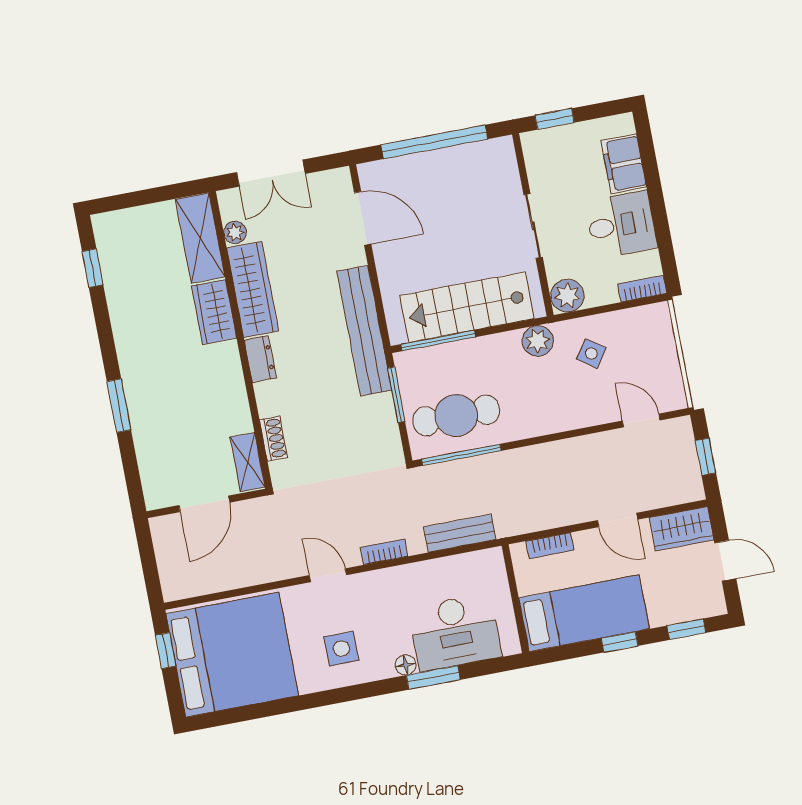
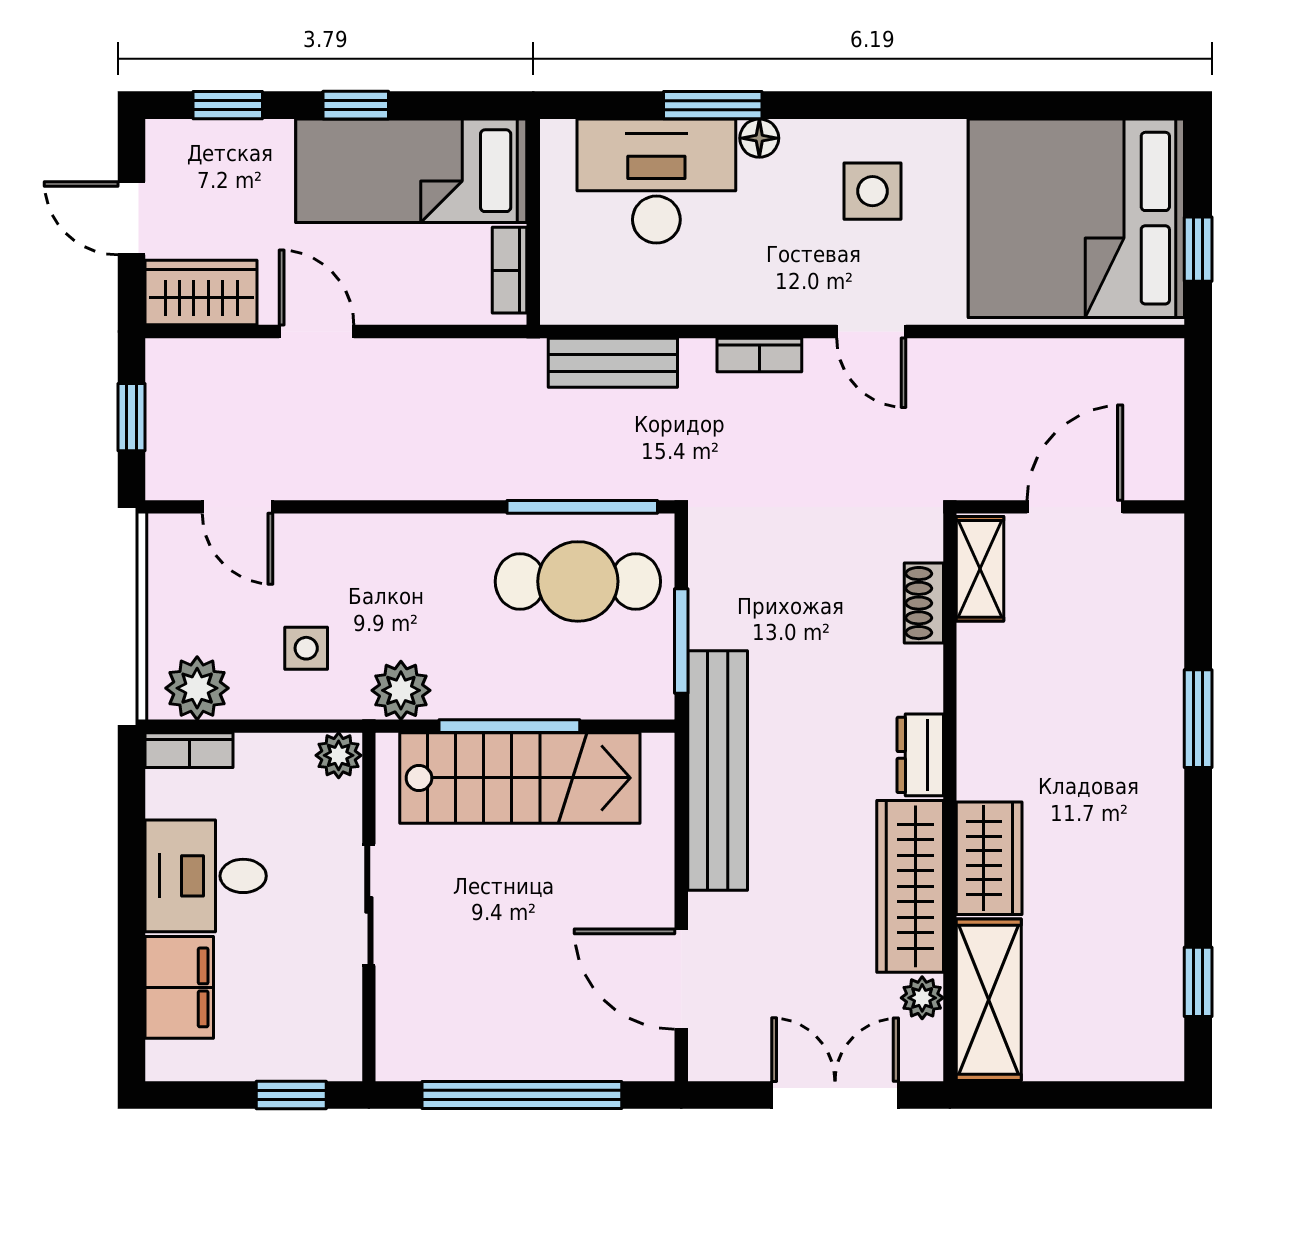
plant: (567, 296) -> (339, 755), width x0.73, depth x0.73
plant: (644, 322) -> (197, 688), added
window: (438, 341) -> (509, 726), moved
side table: (591, 354) -> (306, 648), turned -35
bookcase: (550, 546) -> (510, 270), moved, turned -90

